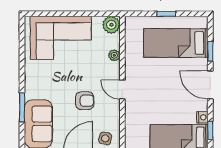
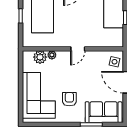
plant: (111, 25) -> (40, 57), moved
armchair: (85, 101) -> (69, 99), moved

